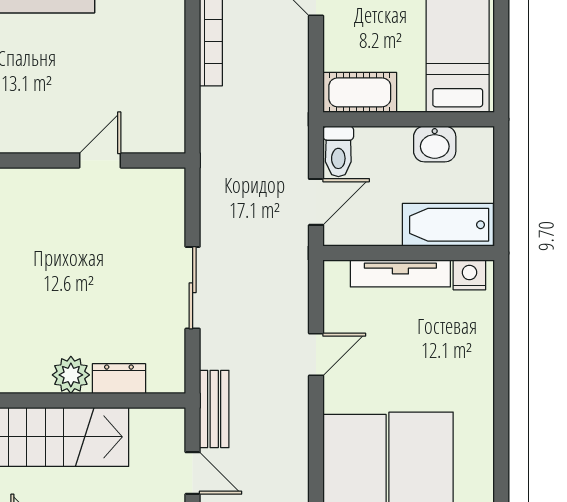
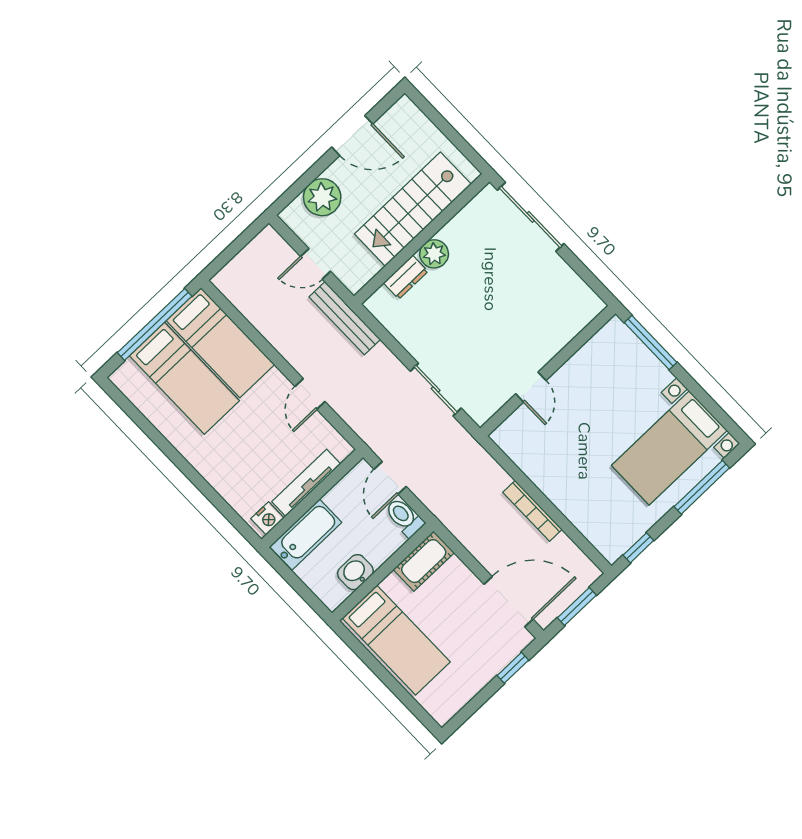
sliding door: (193, 288) -> (436, 390), moved
bench: (214, 409) -> (345, 318), width x1.36

